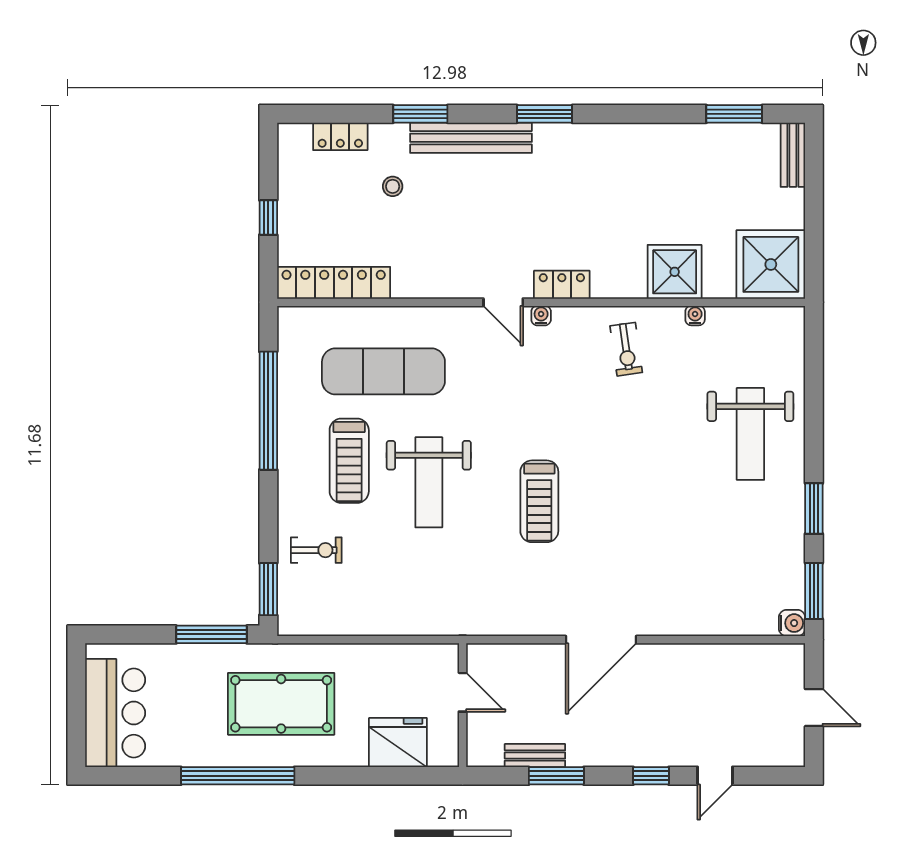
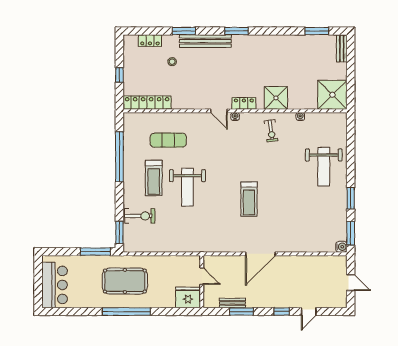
shower: (675, 272) -> (276, 98), moved
exercise mat: (383, 371) -> (168, 140), width x0.73, depth x0.69
treadmill: (539, 501) -> (249, 199), moved
exercise bike: (316, 550) -> (140, 216), width x1.38, depth x1.39
fridge: (398, 742) -> (188, 297), moved
window: (238, 776) -> (126, 312), moved

